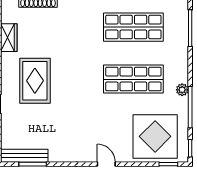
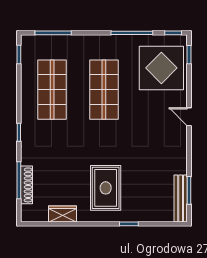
rug: (35, 81) -> (106, 188), turned 90
plant: (182, 90) -> (115, 41), removed
door: (106, 164) -> (189, 117), hinge flipped

